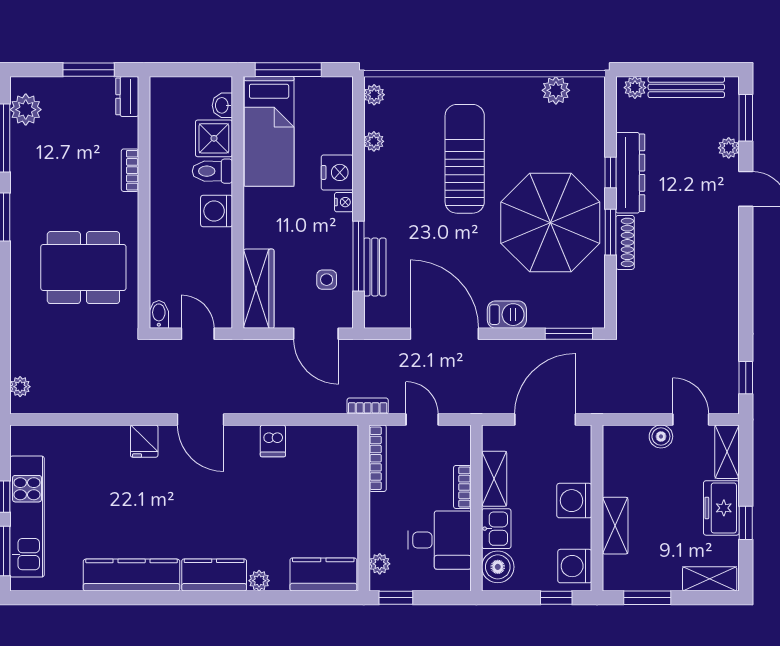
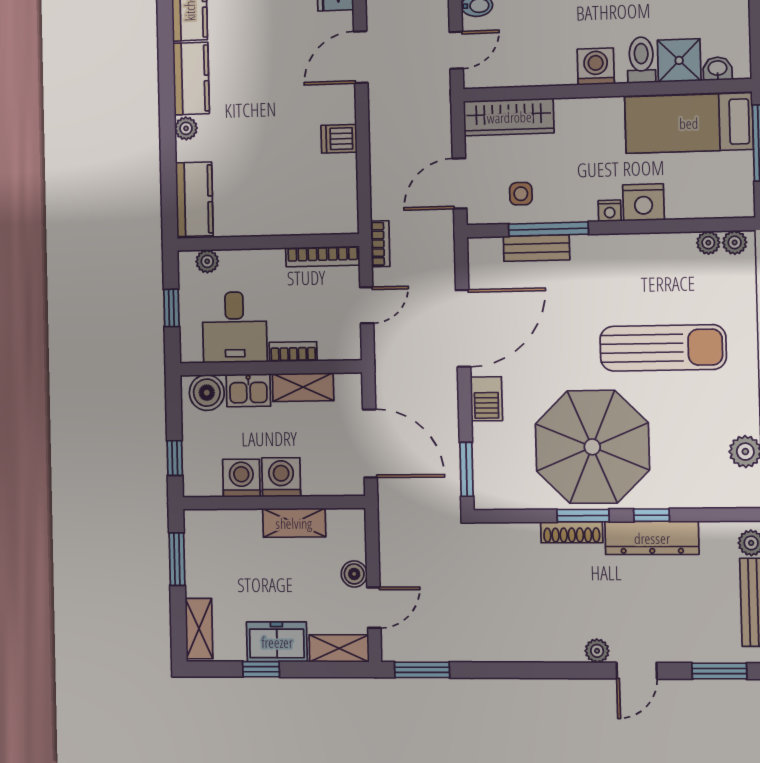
plant: (374, 141) -> (708, 243), moved
plant: (729, 148) -> (597, 651), moved
window: (746, 378) -> (422, 670), width x1.50
shelving: (615, 526) -> (294, 523), moved
washing machine: (575, 566) -> (241, 478), moved
window: (396, 598) -> (171, 308), moved

